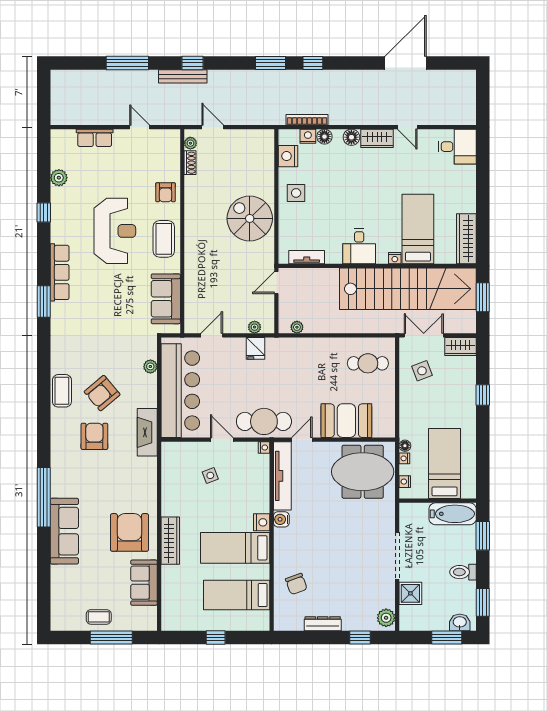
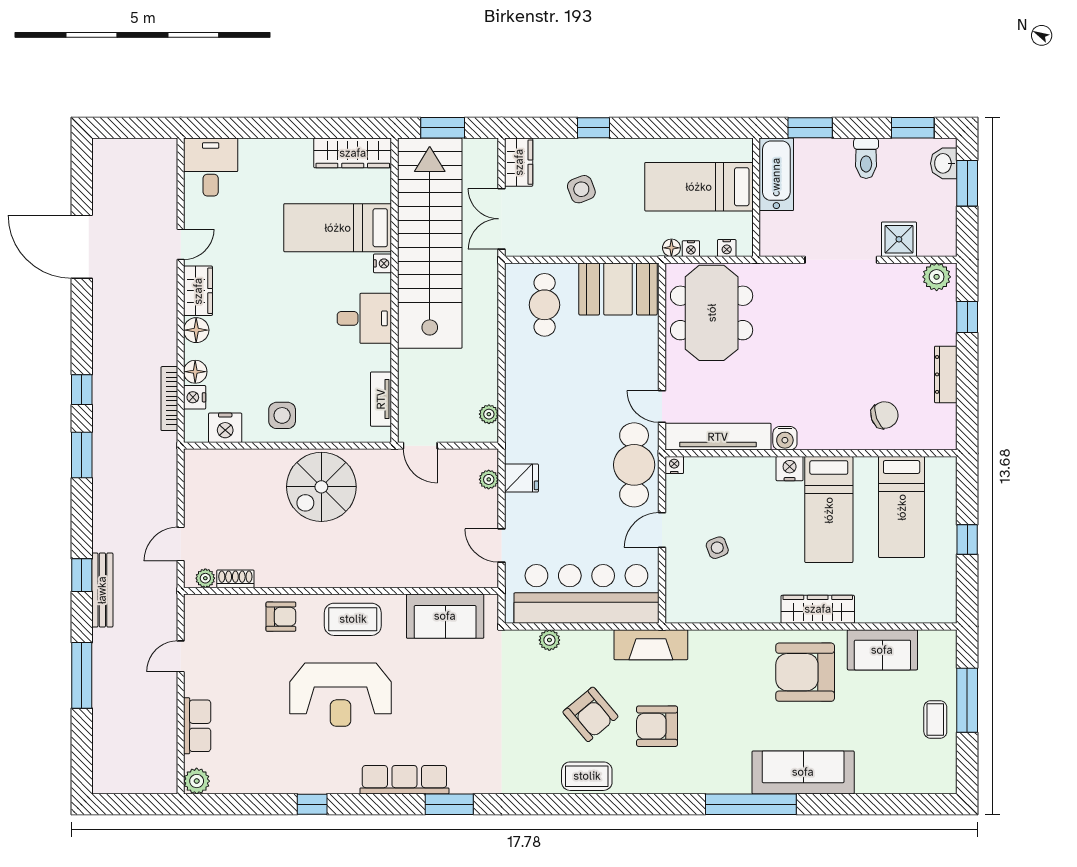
plant: (59, 178) -> (197, 781), moved
reception desk: (115, 231) -> (341, 695), turned 180
side table: (422, 371) -> (581, 189), moved
booth: (346, 421) -> (618, 289), moved, turned 90

